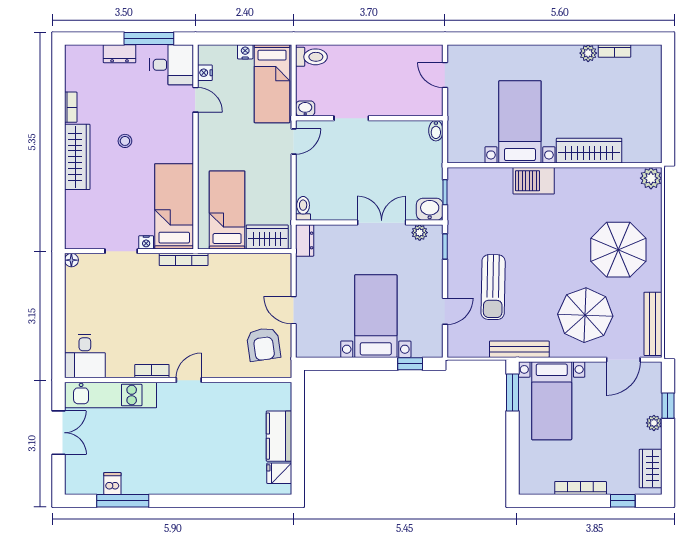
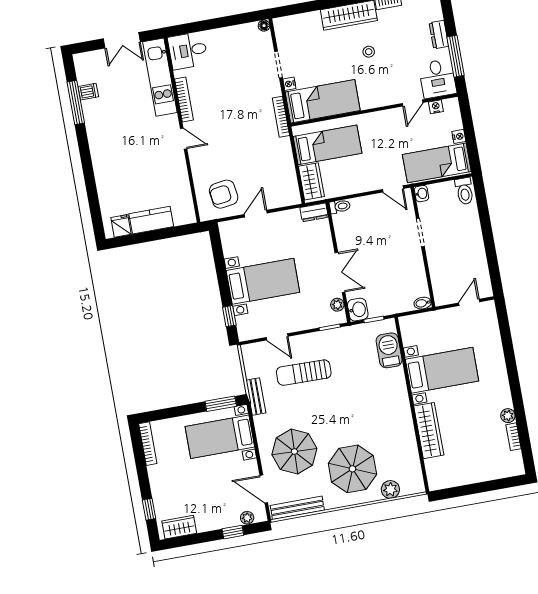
plant: (651, 178) -> (390, 489), moved
barbecue: (534, 181) -> (389, 350), moved
bench: (519, 349) -> (256, 397), width x0.73
bookcase: (152, 371) -> (184, 100), width x1.56
plant: (654, 423) -> (247, 518), moved
bookcase: (581, 488) -> (148, 444), moved

